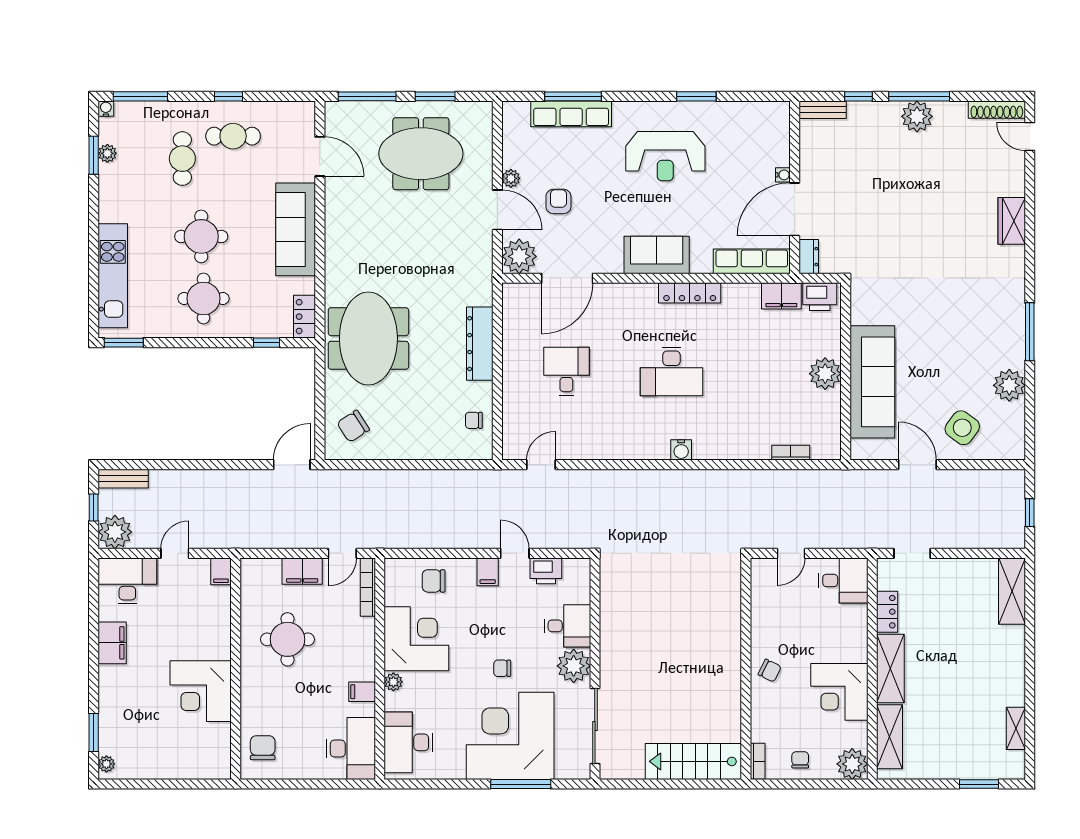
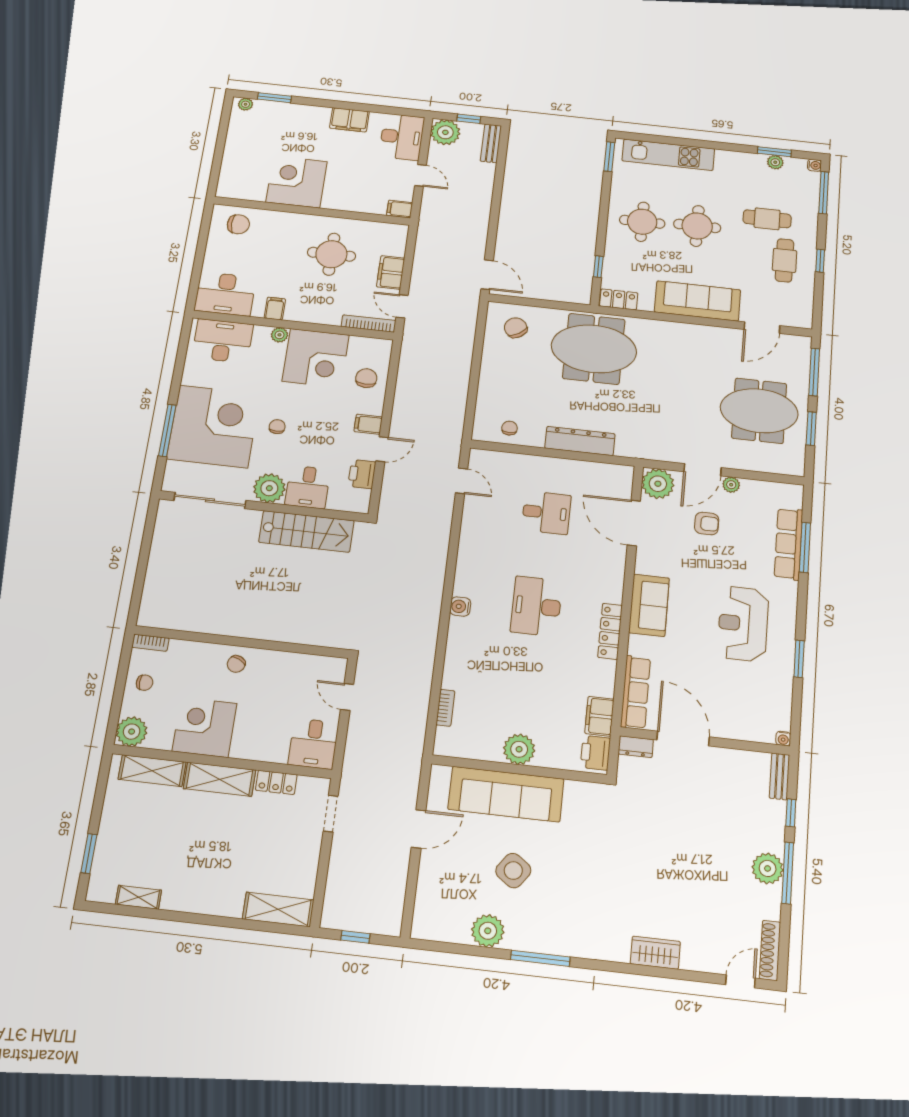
meeting table: (421, 154) -> (759, 411), turned 90
water cooler: (783, 175) -> (783, 739), moved
side table: (962, 428) -> (513, 871), moved
stairs: (693, 761) -> (306, 531), moved, turned 90

